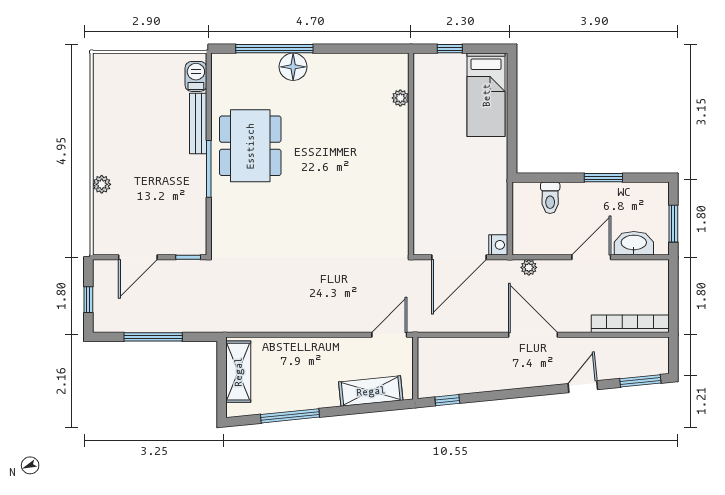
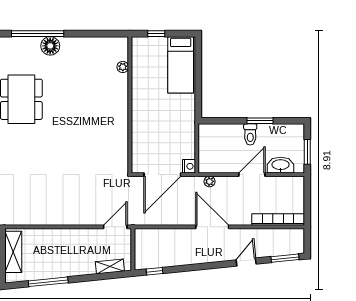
toilet: (550, 198) -> (250, 134), moved
shelving: (371, 391) -> (110, 266), width x0.67, depth x0.75

